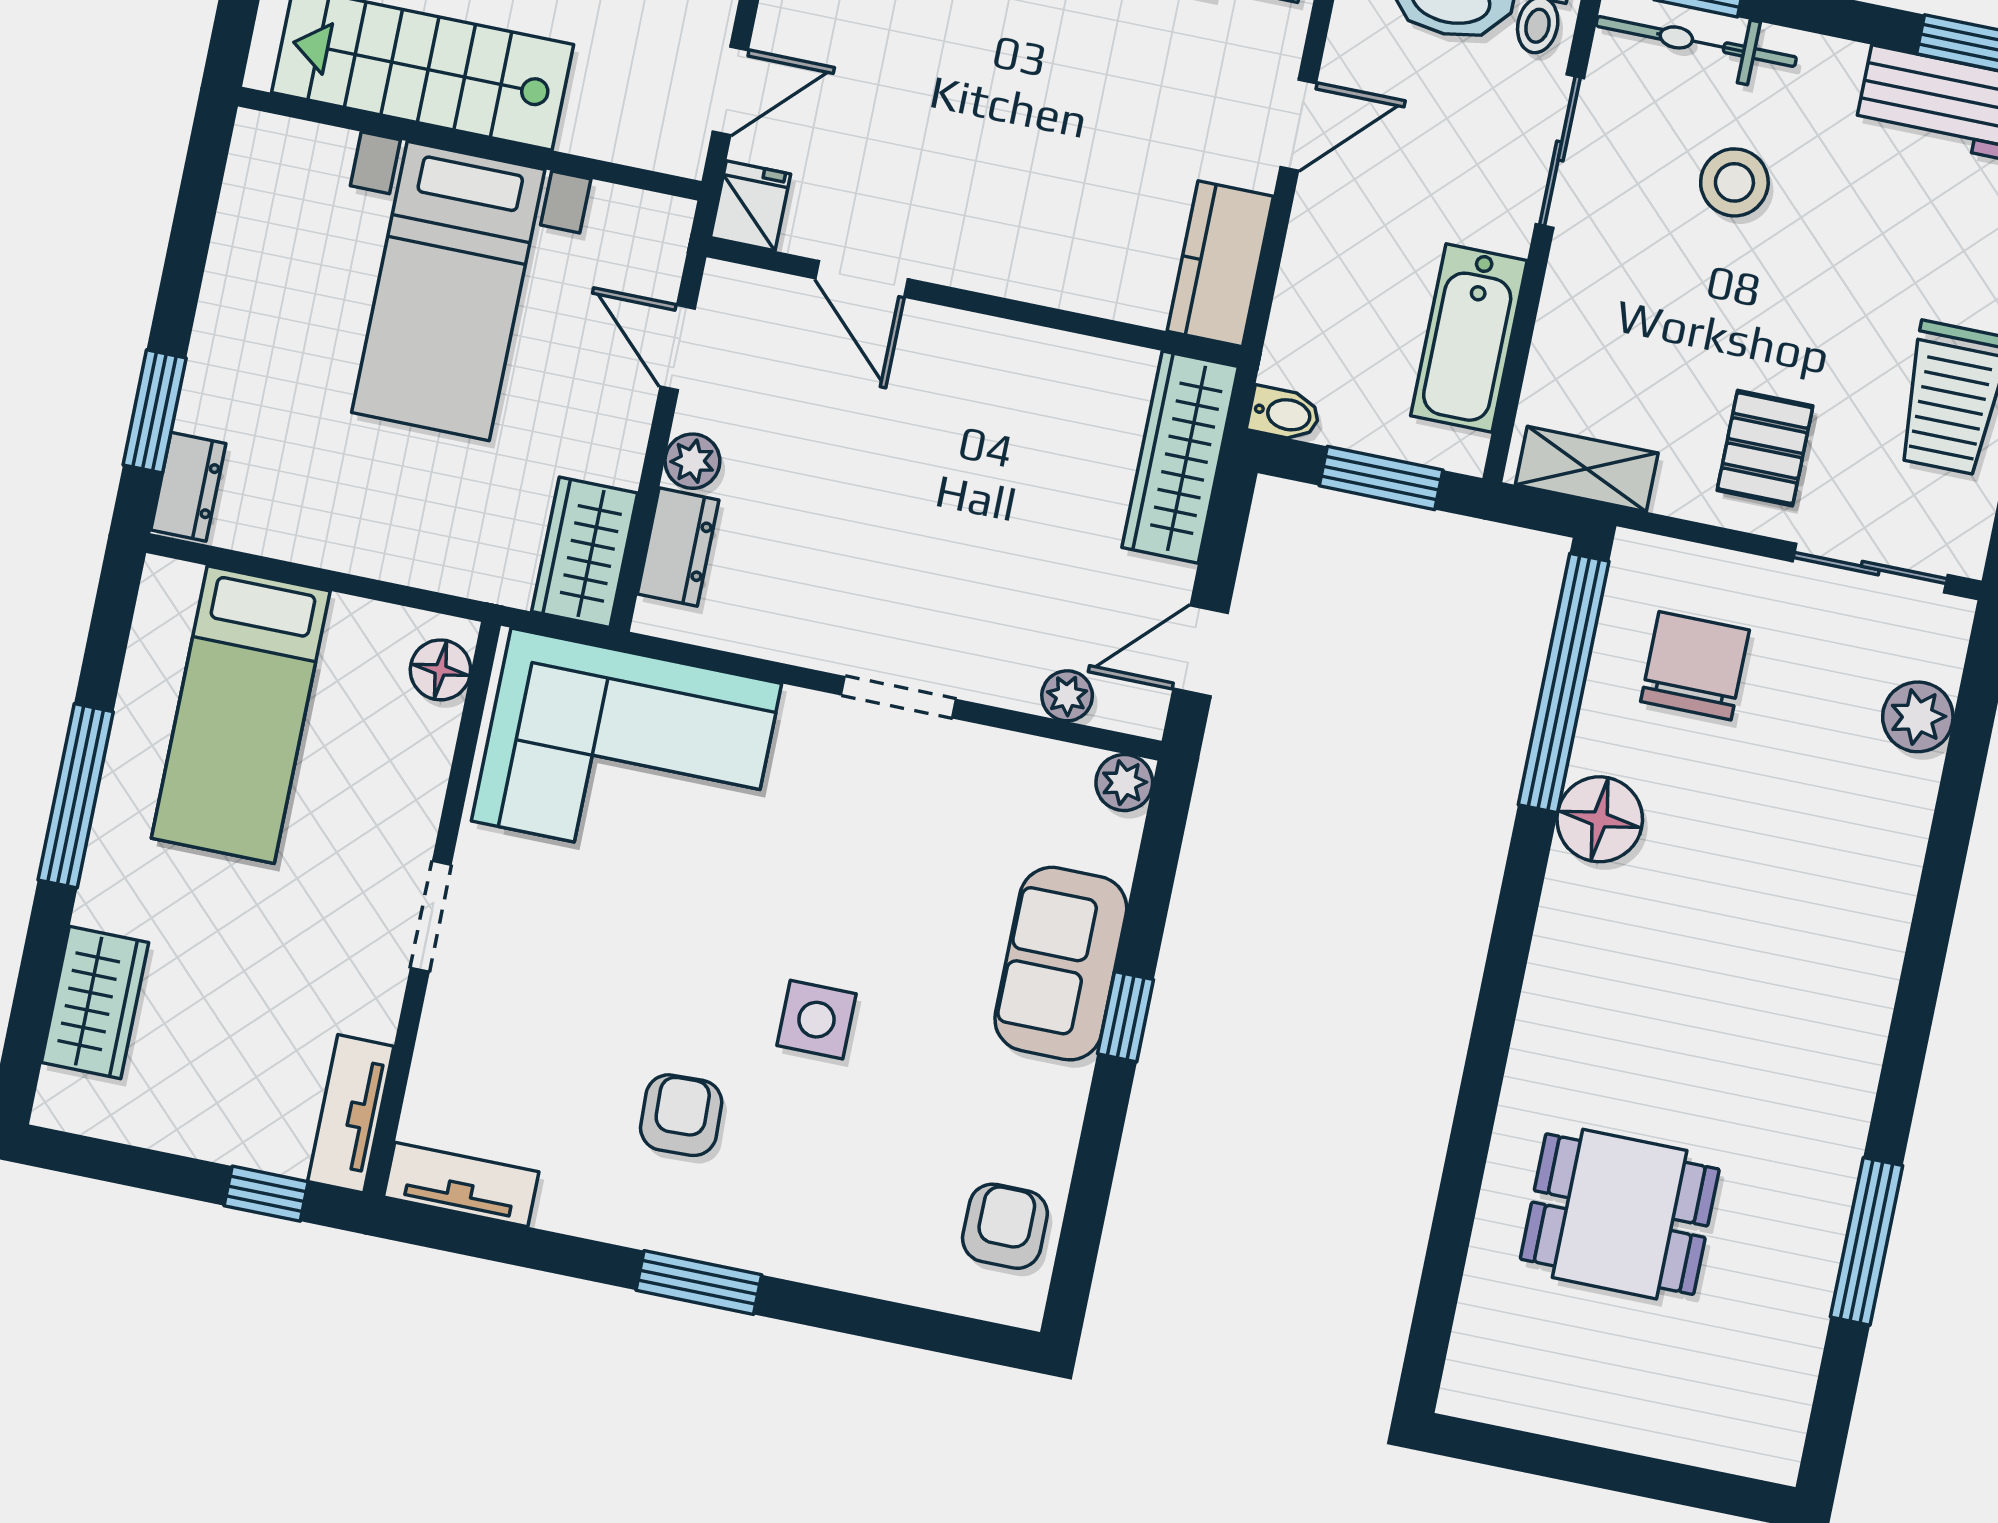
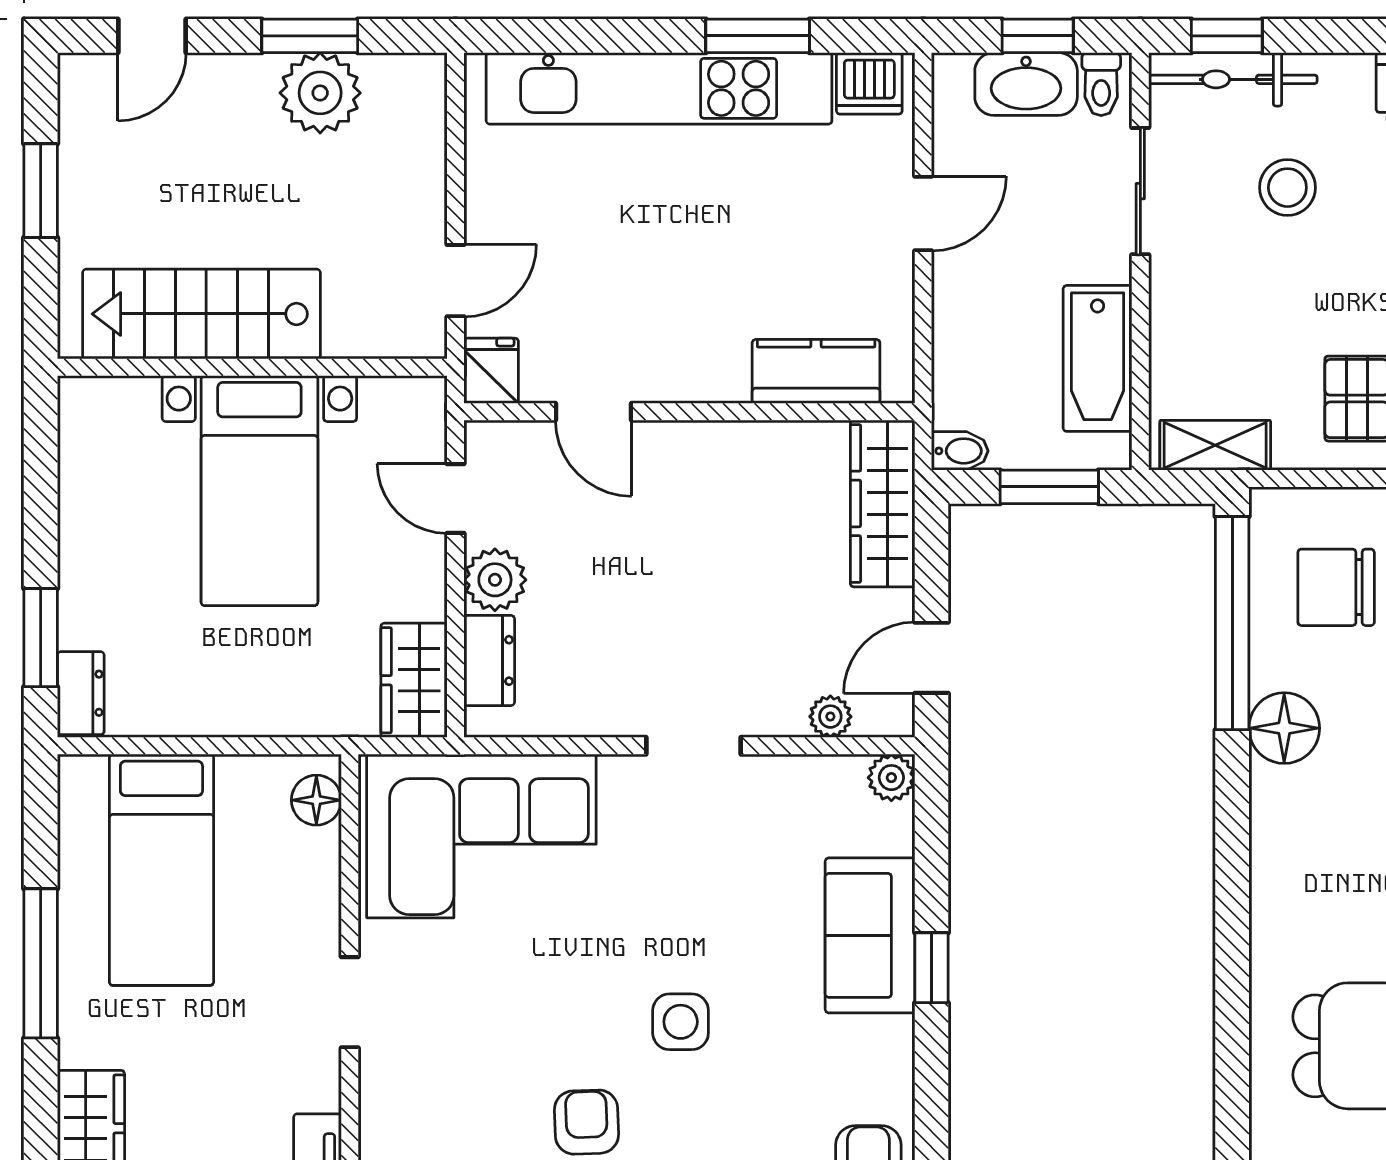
kitchen counter: (1220, 264) -> (816, 371), moved, turned 90
plant: (692, 461) -> (495, 580), width x1.38, depth x1.38
chair: (1695, 666) -> (1336, 587), turned -90

